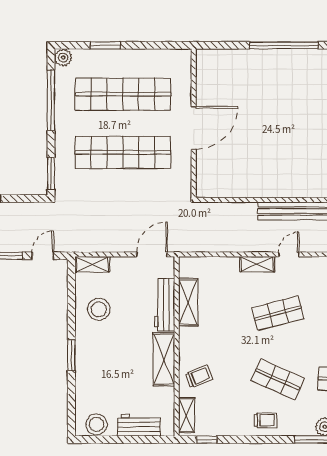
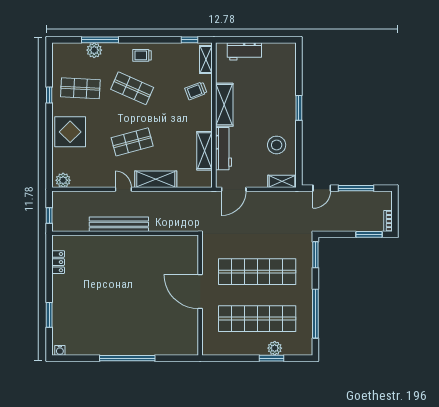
plant: (63, 58) -> (275, 348), moved
door: (194, 128) -> (200, 292), hinge flipped
door: (289, 254) -> (123, 189), swing flipped
shelving: (257, 264) -> (156, 179), width x1.50, depth x1.33
stool: (97, 424) -> (278, 52), removed

